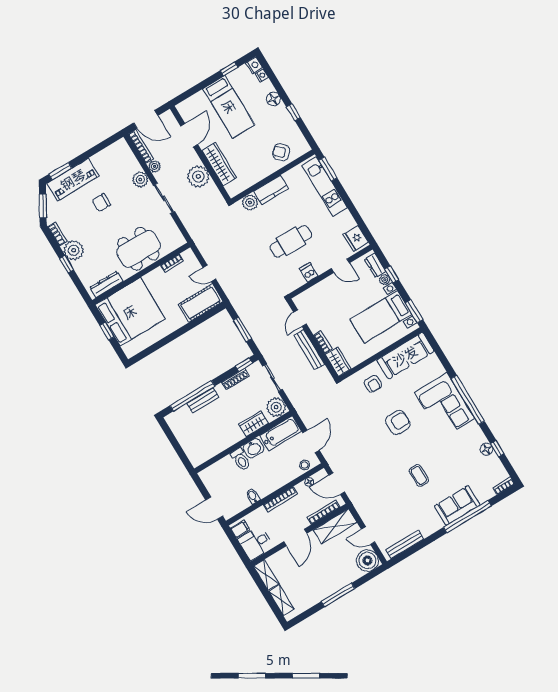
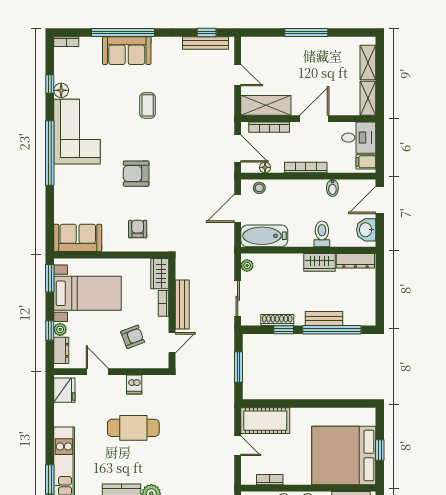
armchair: (330, 305) -> (133, 337), added
sofa: (405, 356) -> (78, 238), width x0.73
window: (244, 365) -> (284, 330), moved
corner sofa: (445, 405) -> (77, 132), moved
plant: (276, 407) -> (247, 266), width x0.53, depth x0.53
wardrobe: (254, 424) -> (319, 262), moved
washbasin: (254, 448) -> (366, 230), moved, turned -90
dresser: (205, 455) -> (355, 261), added
door: (214, 508) -> (380, 200), swing flipped
window: (408, 552) -> (207, 32), added
boiler: (367, 561) -> (254, 50), removed

